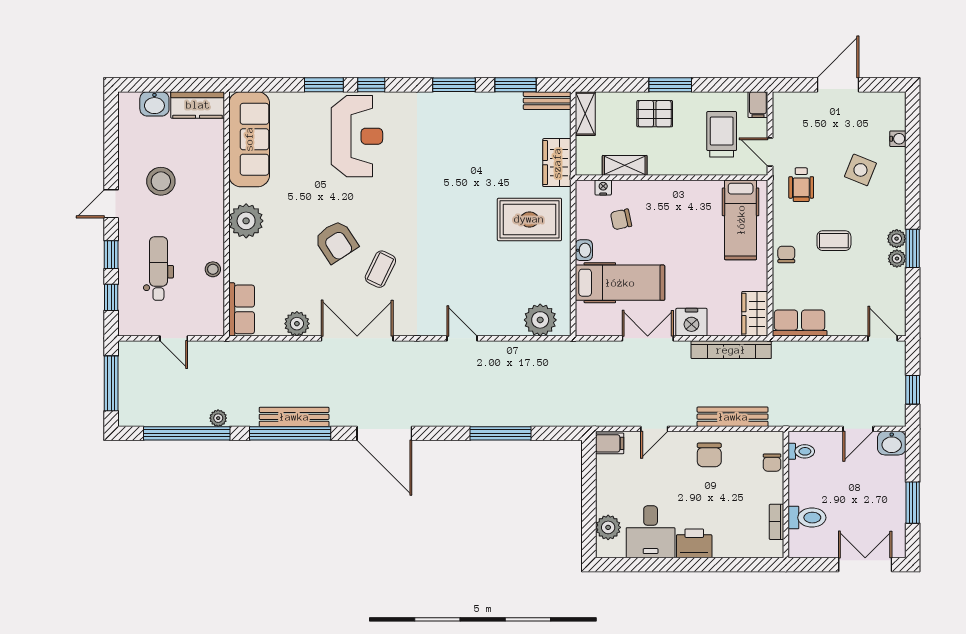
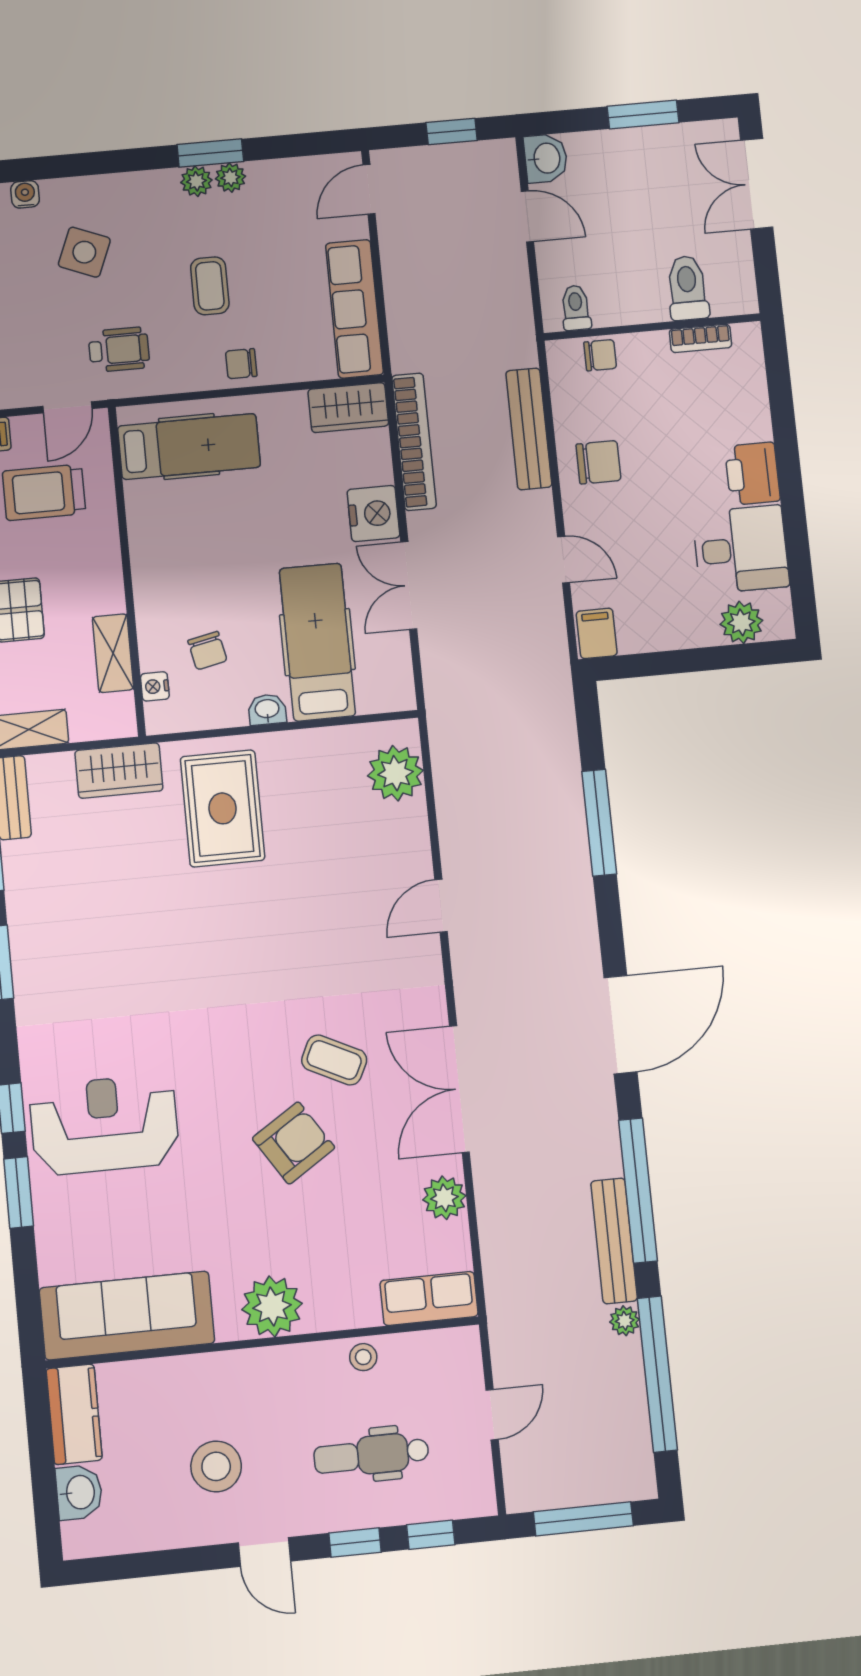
row of seats: (800, 323) -> (355, 309), width x1.48
bench: (294, 417) -> (614, 1241), moved

